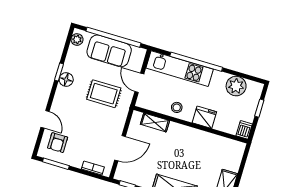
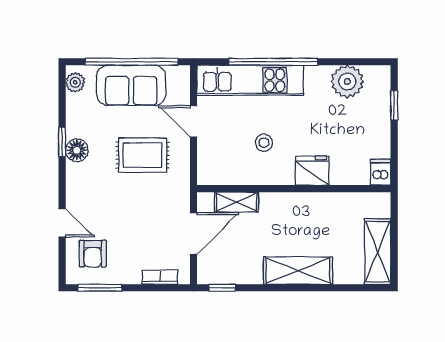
fridge: (204, 117) -> (312, 171), moved
shelving: (155, 122) -> (237, 202), moved
wall: (191, 125) -> (294, 189), moved
dishwasher: (244, 130) -> (381, 172), moved

